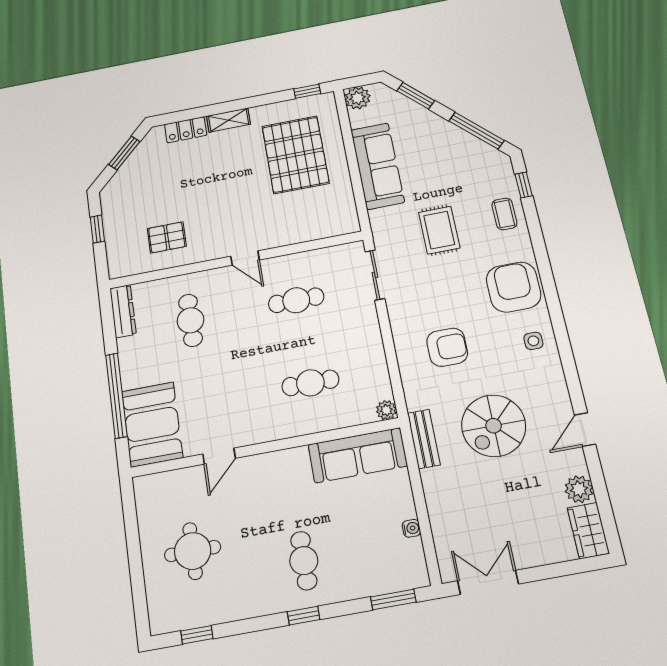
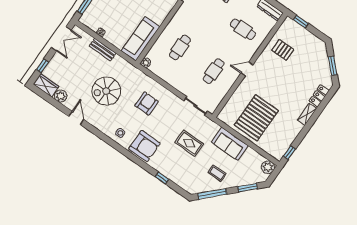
pallet: (295, 155) -> (256, 118), moved, turned 90
sofa: (377, 166) -> (230, 144), width x0.73
window: (524, 185) -> (162, 178), moved
coffee table: (504, 214) -> (217, 173), moved
window: (97, 229) -> (301, 22), moved
pallet: (167, 237) -> (283, 50), turned 90
armchair: (447, 347) -> (147, 103), turned 180
spiral stairs: (494, 426) -> (106, 91), turned -90
bench: (424, 439) -> (103, 50), moved
window: (564, 569) -> (42, 66), added

